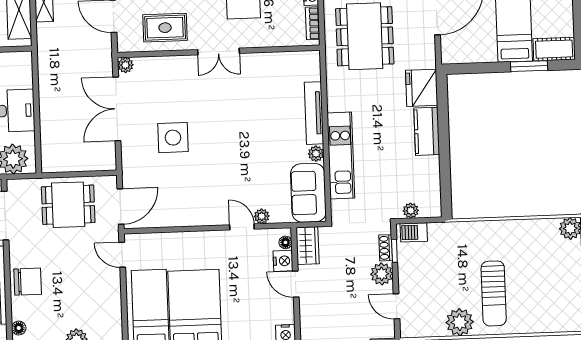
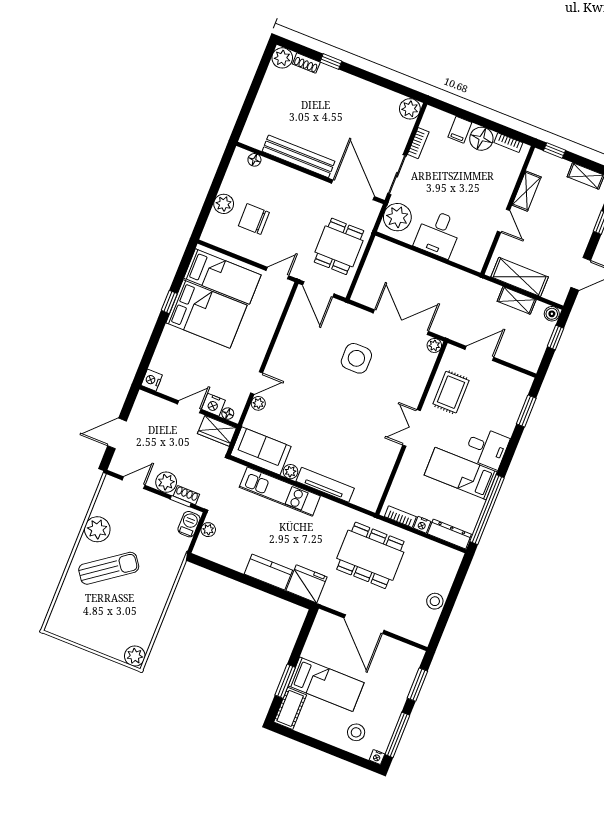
chair: (28, 282) -> (254, 219), moved, turned 90
sun lounger: (494, 293) -> (109, 568), turned 144

